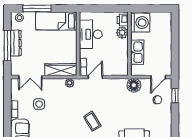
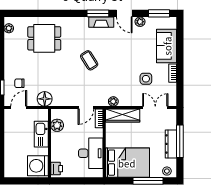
bed: (56, 21) -> (127, 163), width x1.50
plant: (122, 33) -> (57, 125), moved

